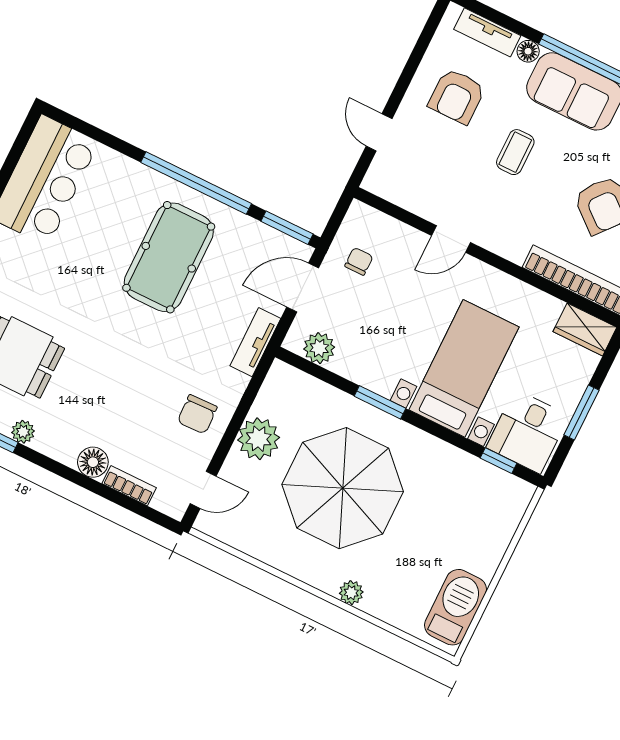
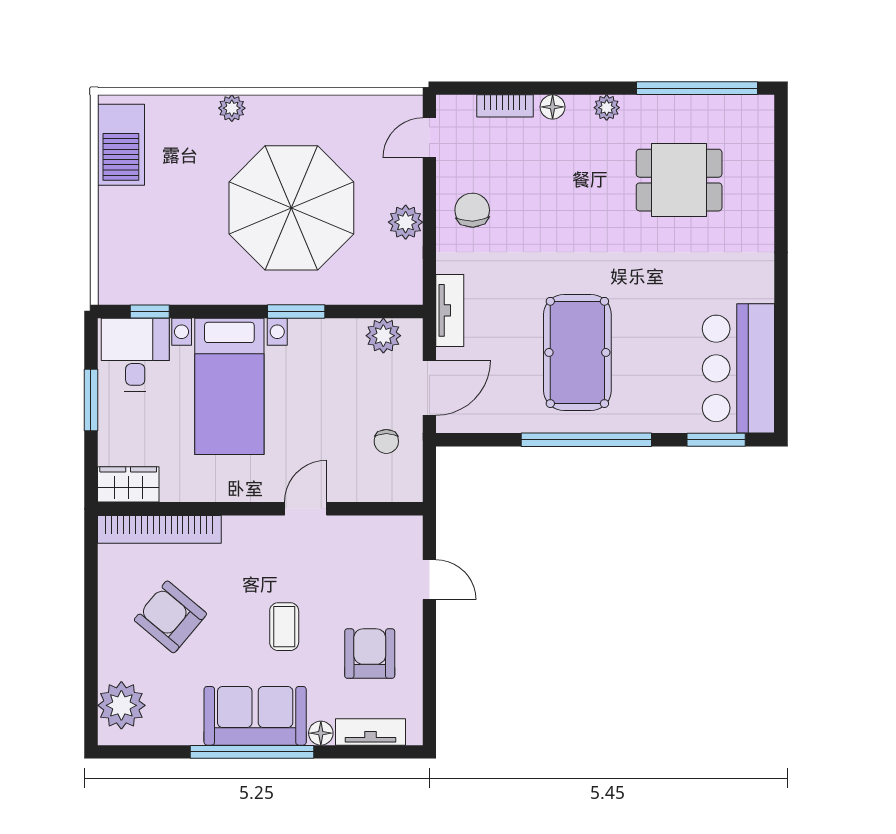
window: (287, 228) -> (716, 440), moved
plant: (23, 432) -> (607, 108), moved
plant: (259, 439) -> (406, 222), width x0.73, depth x0.73
floor lamp: (93, 462) -> (553, 107), width x0.73, depth x0.73

